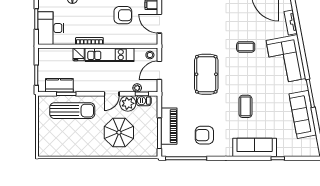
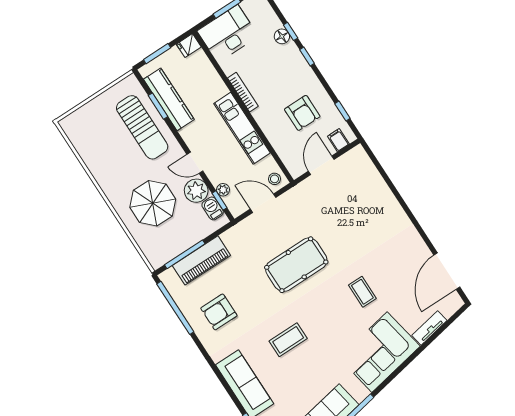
fridge: (79, 54) -> (189, 46), moved
kitchen counter: (59, 85) -> (169, 99), width x1.50
armchair: (204, 135) -> (219, 312), turned -90

